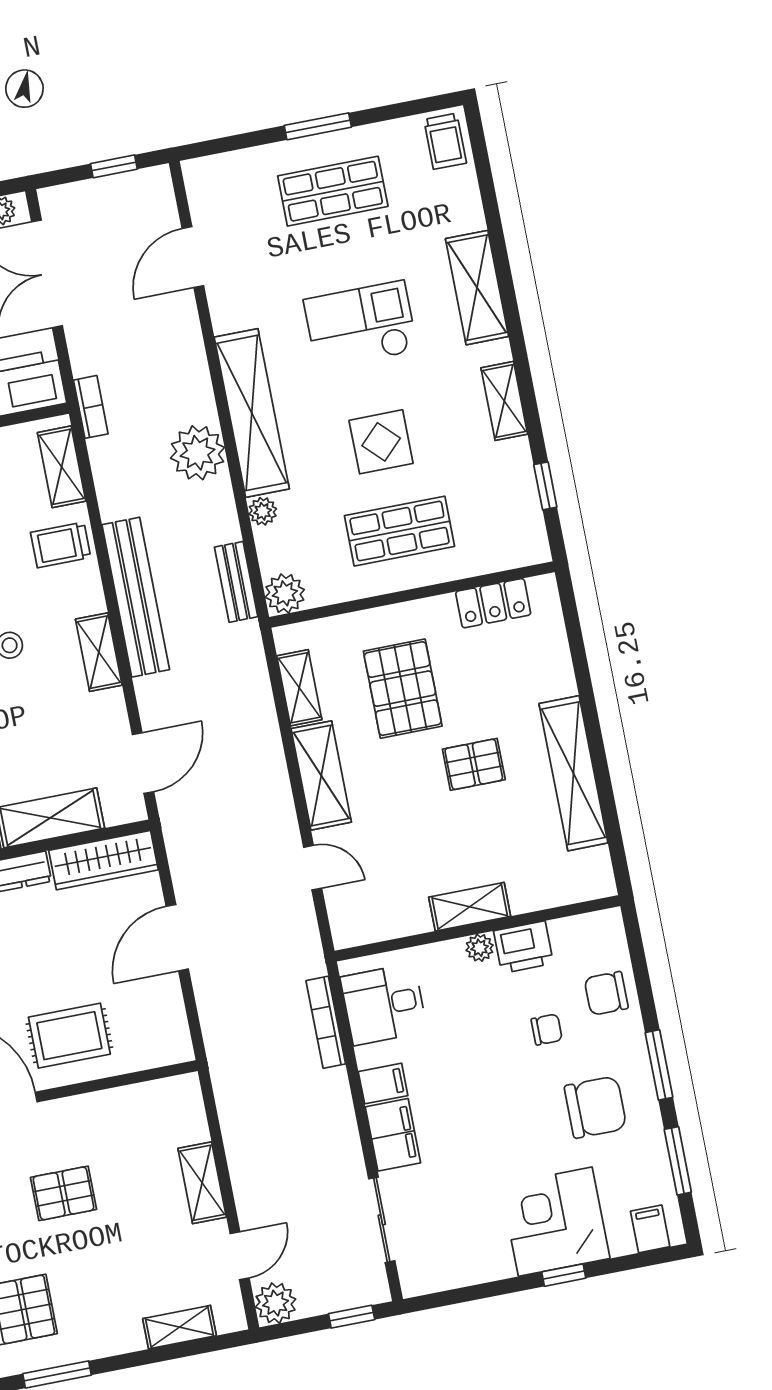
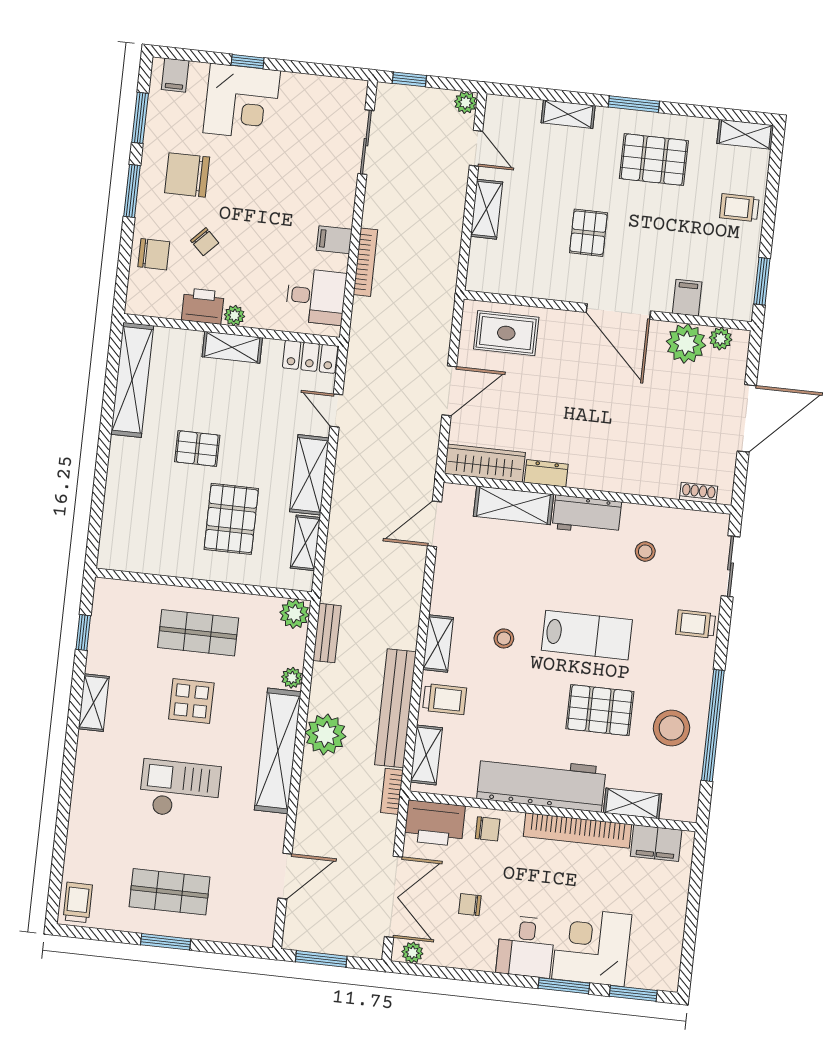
window: (114, 166) -> (321, 959), width x1.50
shelving: (477, 288) -> (88, 790), removed
checkout: (361, 325) -> (180, 789), turned 180
bench: (136, 597) -> (395, 708), moved
locker: (493, 603) -> (310, 357), moved, turned 180
shelving: (99, 652) -> (438, 644), moved
shelving: (573, 773) -> (132, 380), moved
bookcase: (326, 1022) -> (365, 262), moved
chair: (547, 1029) -> (205, 242), turned -136
rug: (69, 1036) -> (506, 333), moved
filing cabinet: (393, 1135) -> (339, 201), removed
pallet: (64, 1193) -> (588, 233), turned 90
door: (240, 1256) -> (476, 148), swing flipped
plant: (276, 1303) -> (466, 102), width x0.73, depth x0.73
shelving: (180, 1327) -> (568, 114), moved

